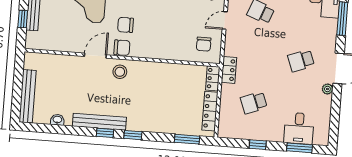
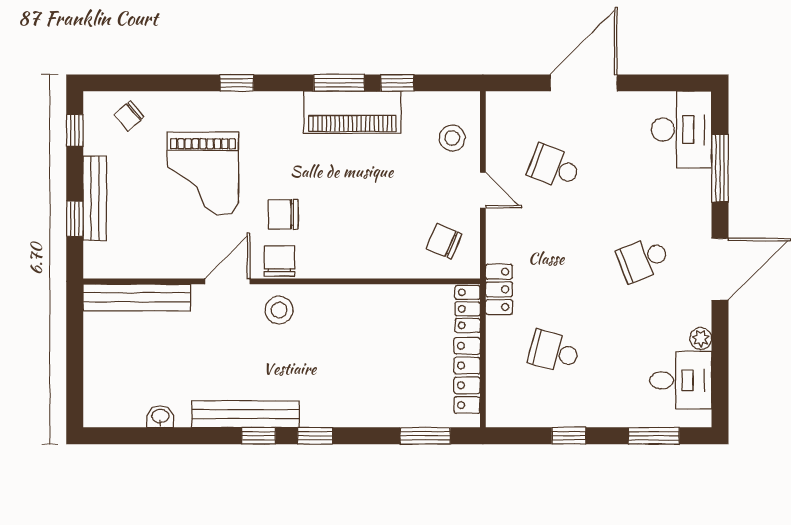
door: (225, 20) -> (483, 190), swing flipped
chair: (204, 44) -> (444, 241), turned 113
chair: (122, 48) -> (279, 261), turned -90
plant: (327, 89) -> (701, 338), moved
bench: (27, 96) -> (137, 297), moved, turned 90
school desk: (254, 103) -> (554, 352), turned 36
desk: (299, 128) -> (681, 380), moved, turned -90

